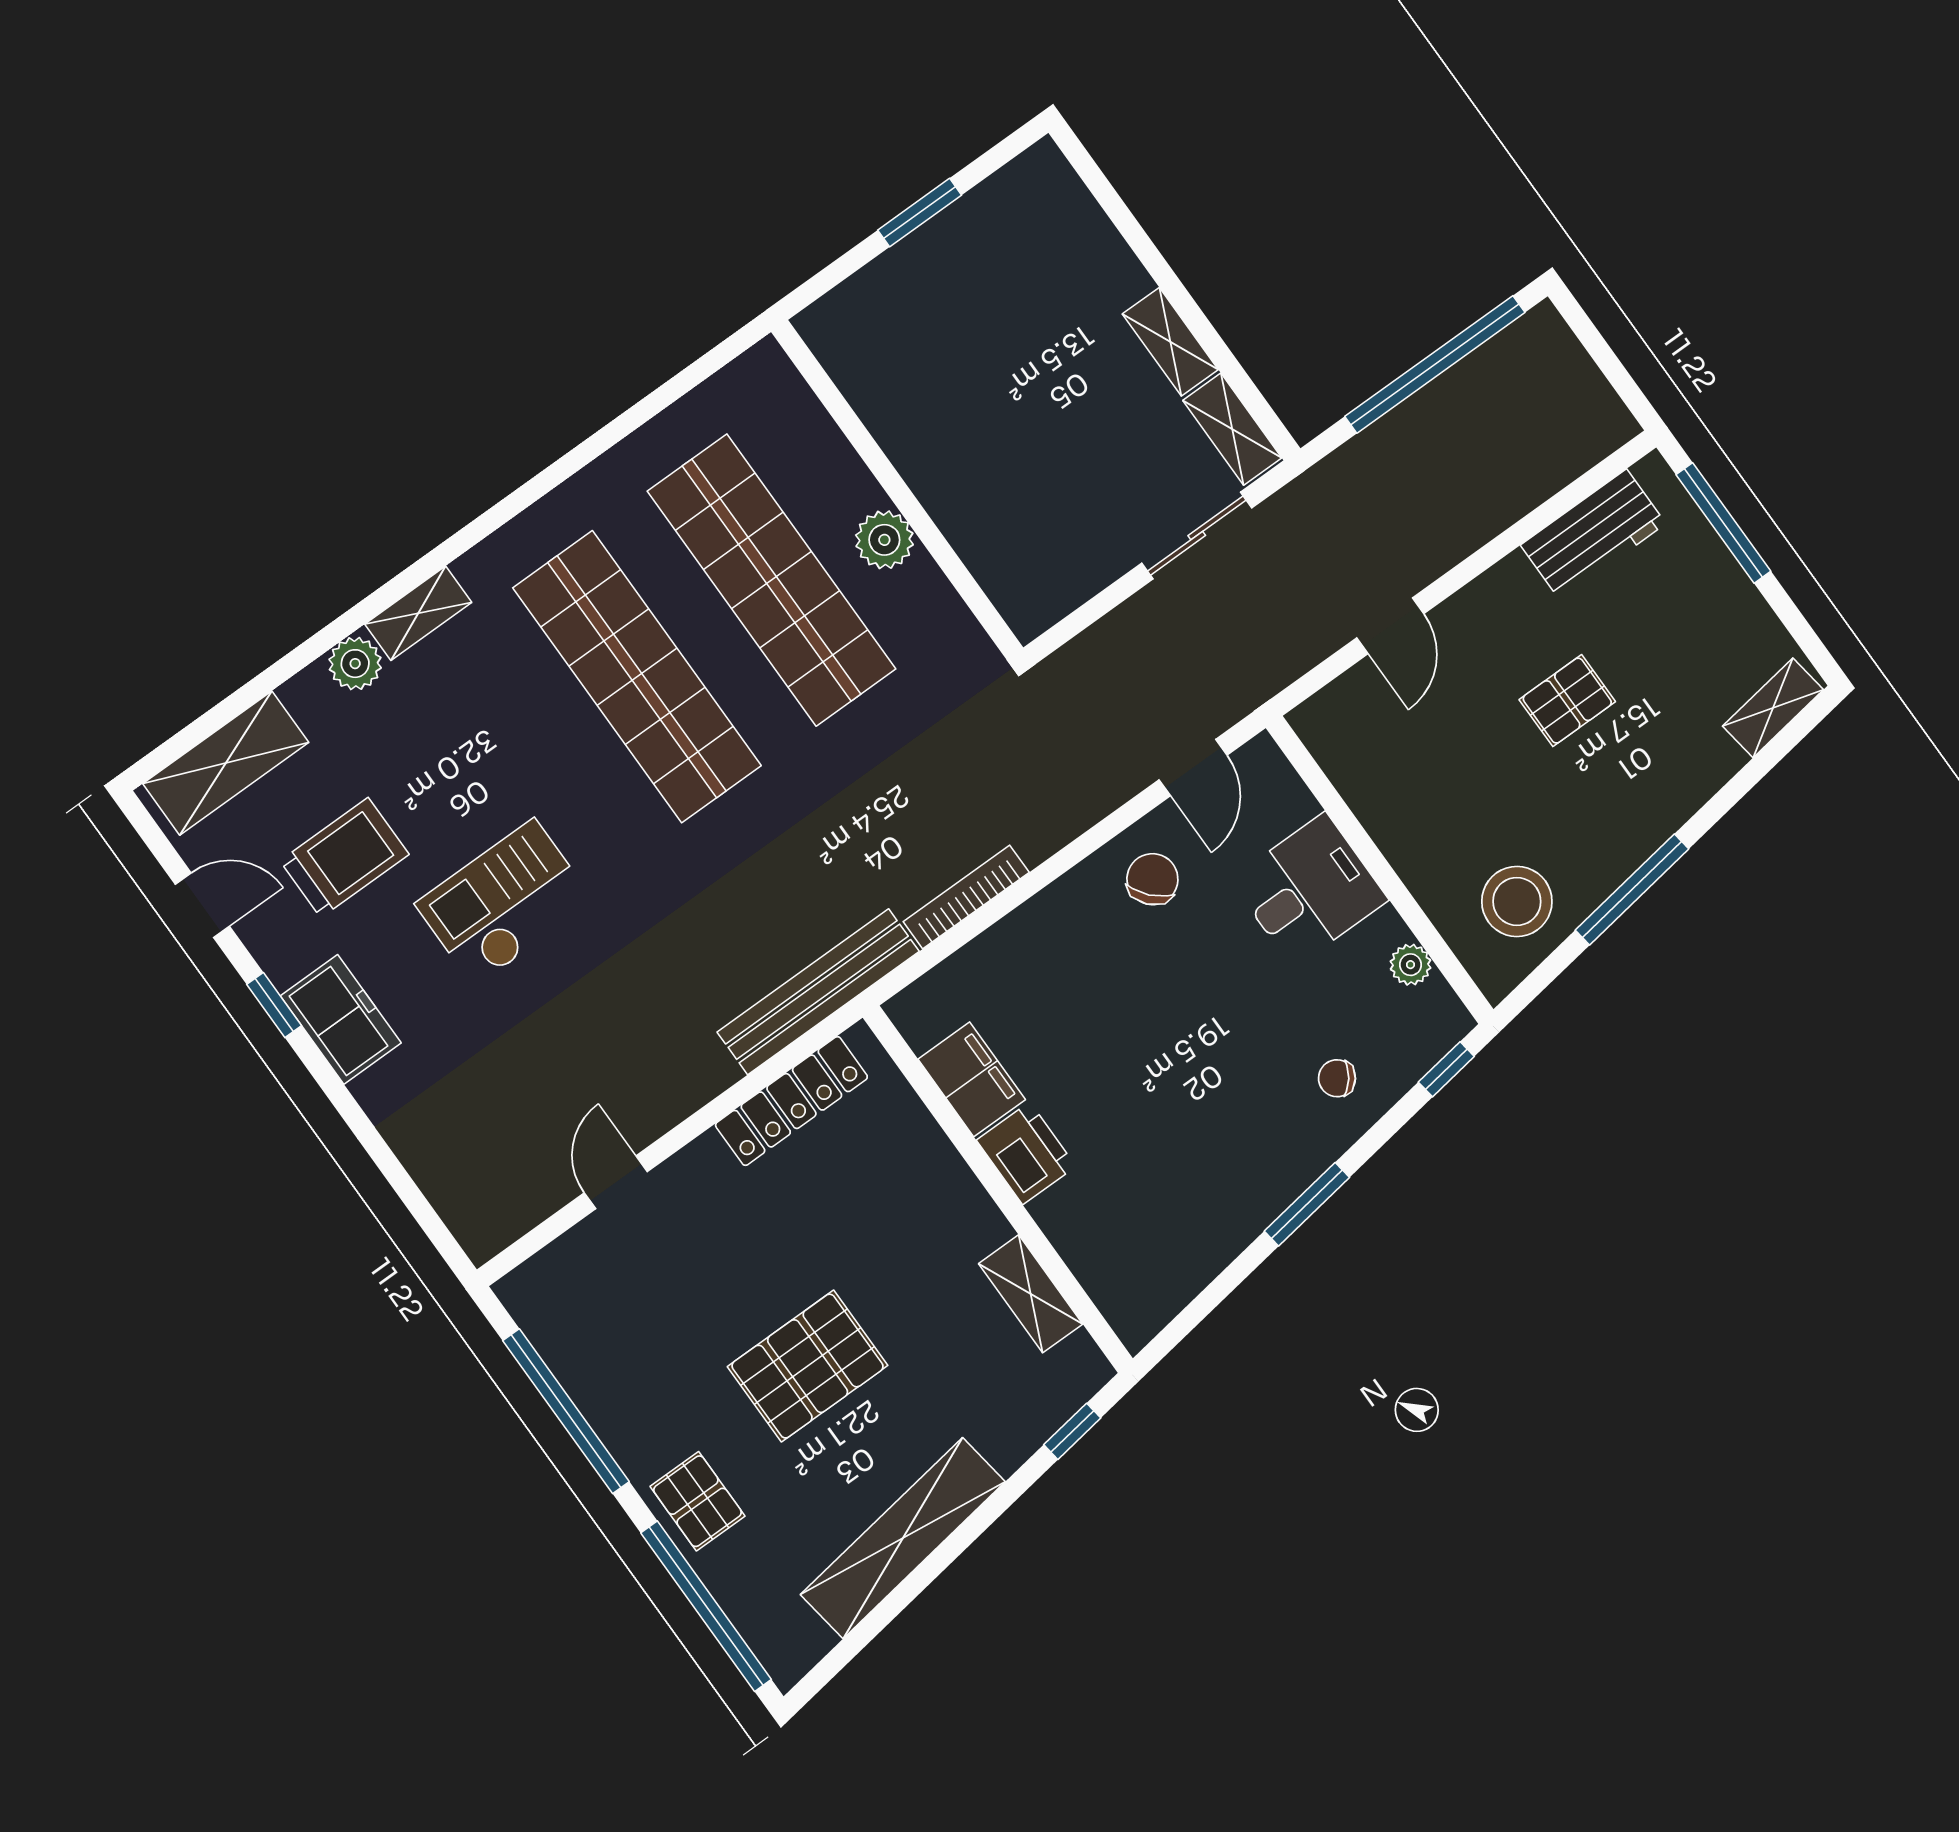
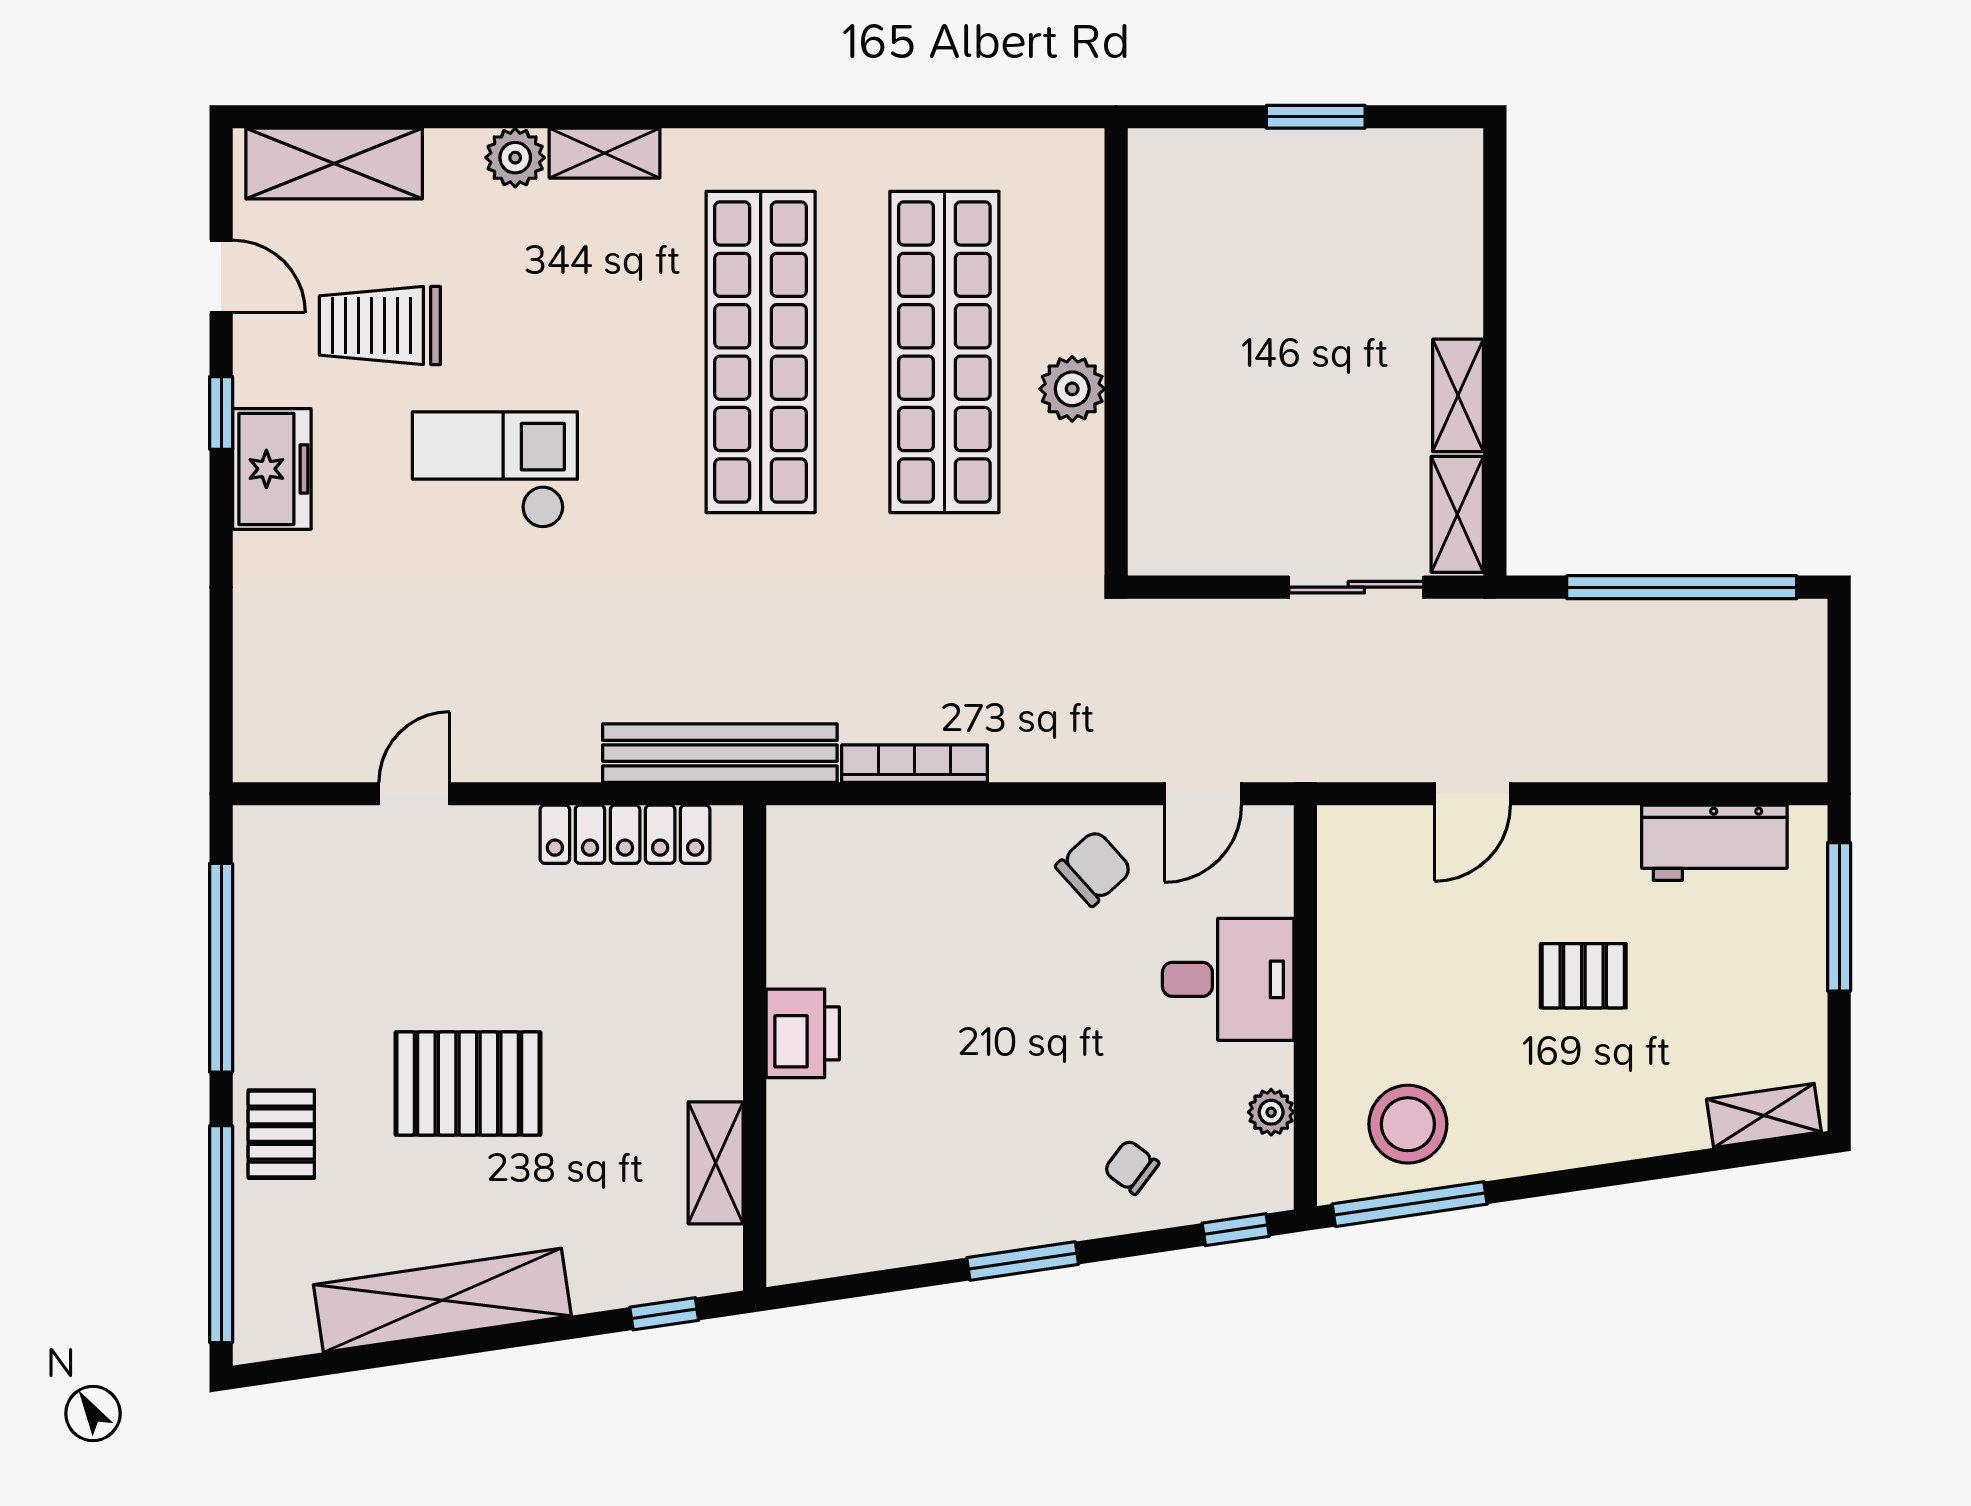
trolley: (344, 858) -> (380, 326), turned 180
window: (1632, 890) -> (1410, 1204), moved
filing cabinet: (972, 1079) -> (802, 931), removed

